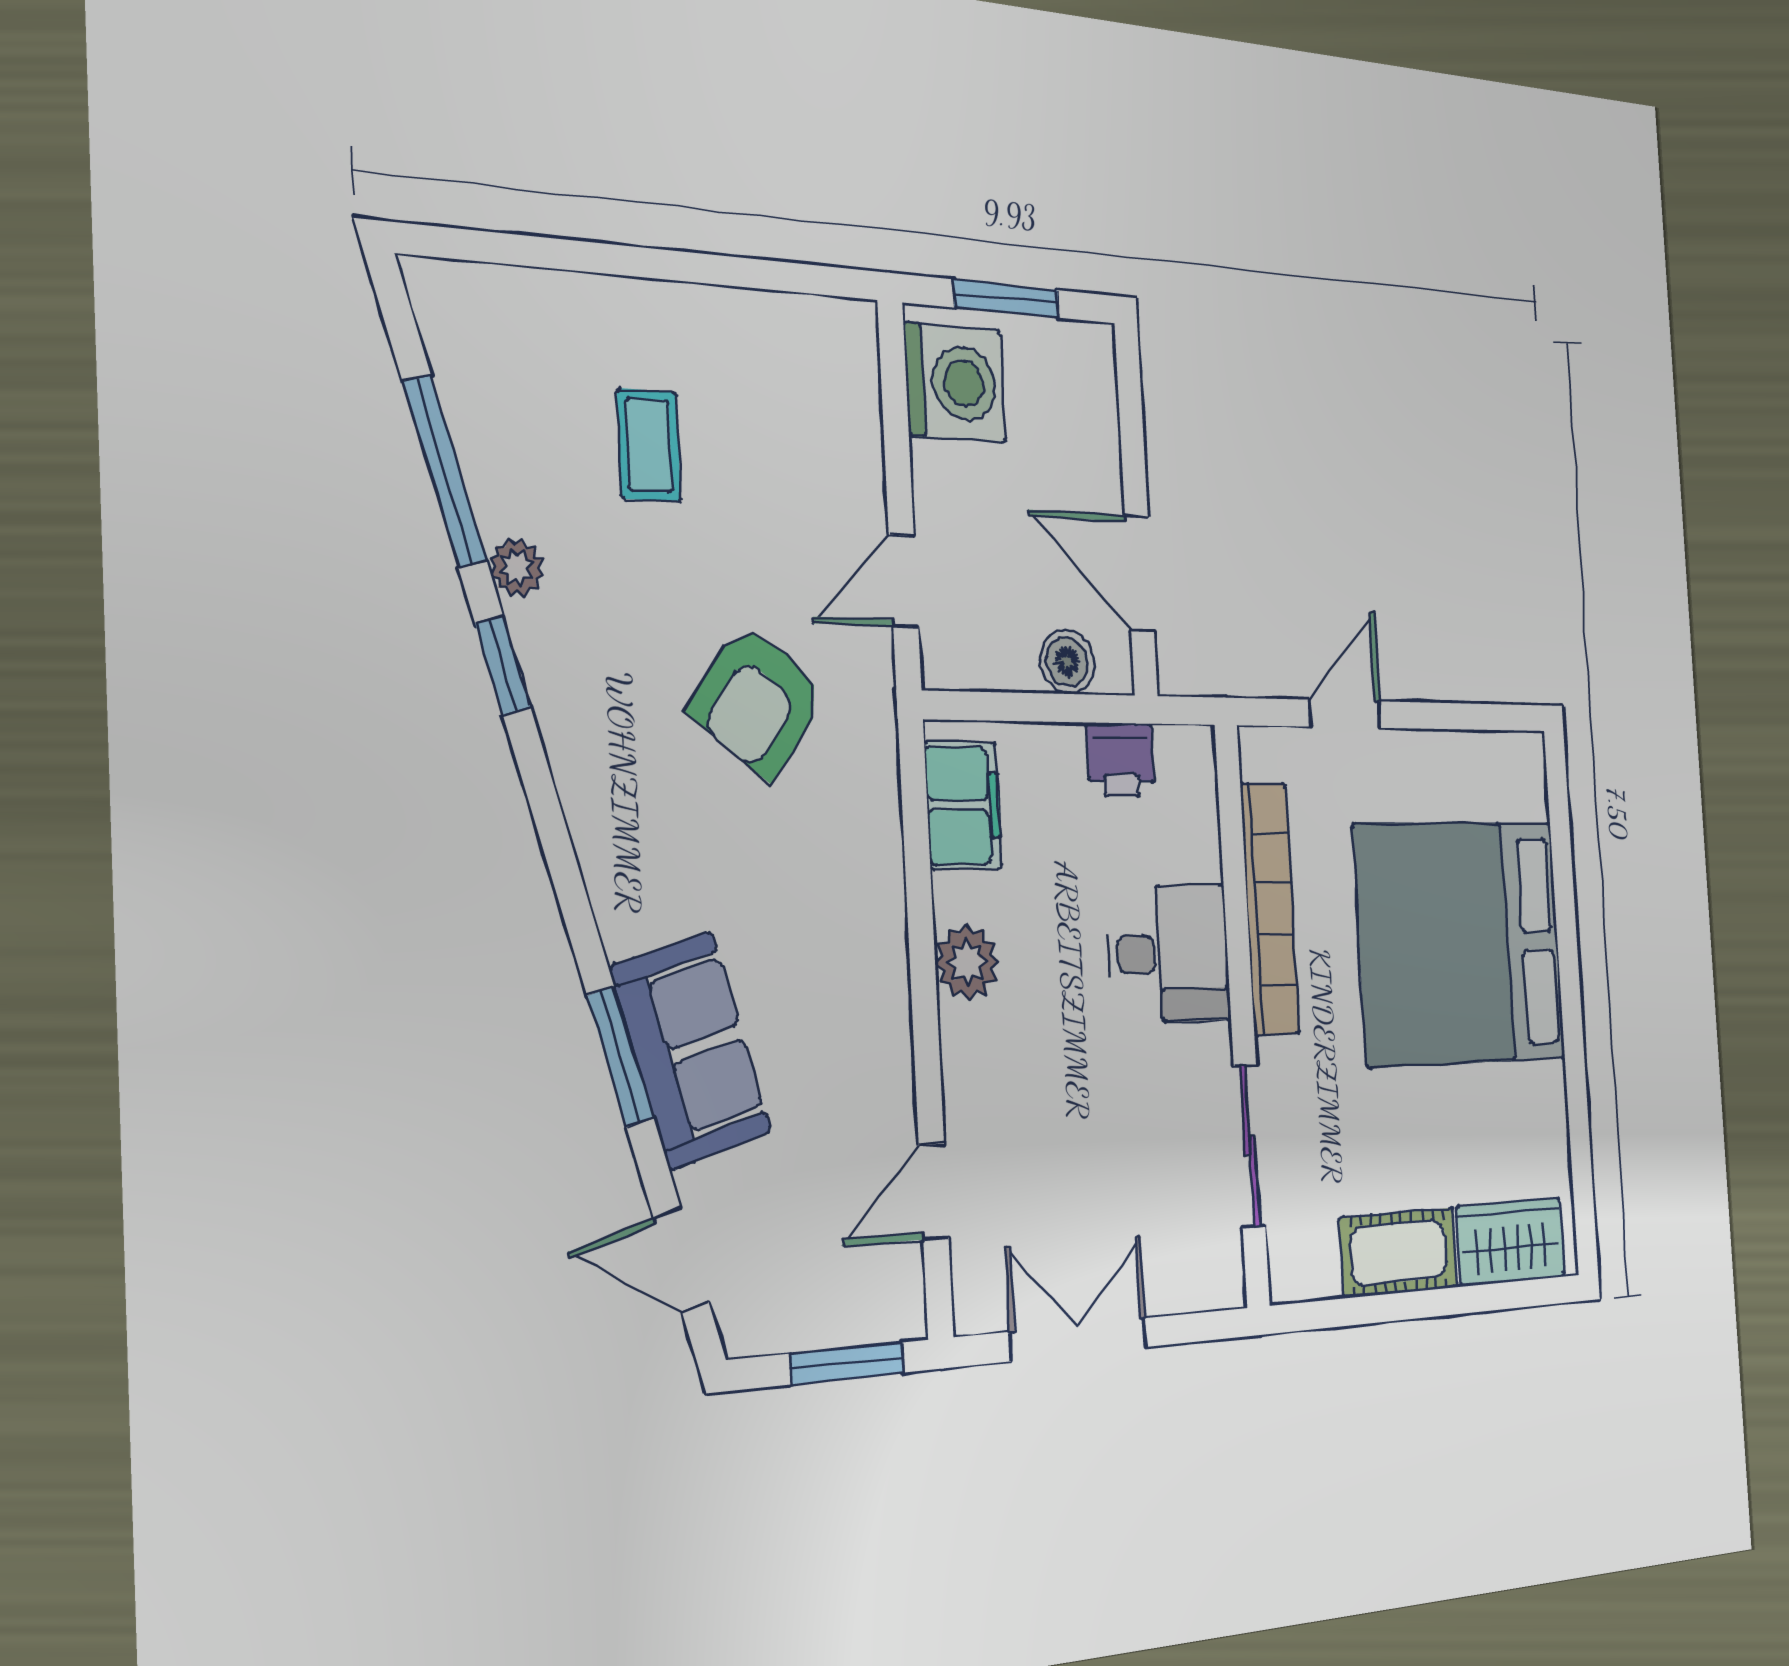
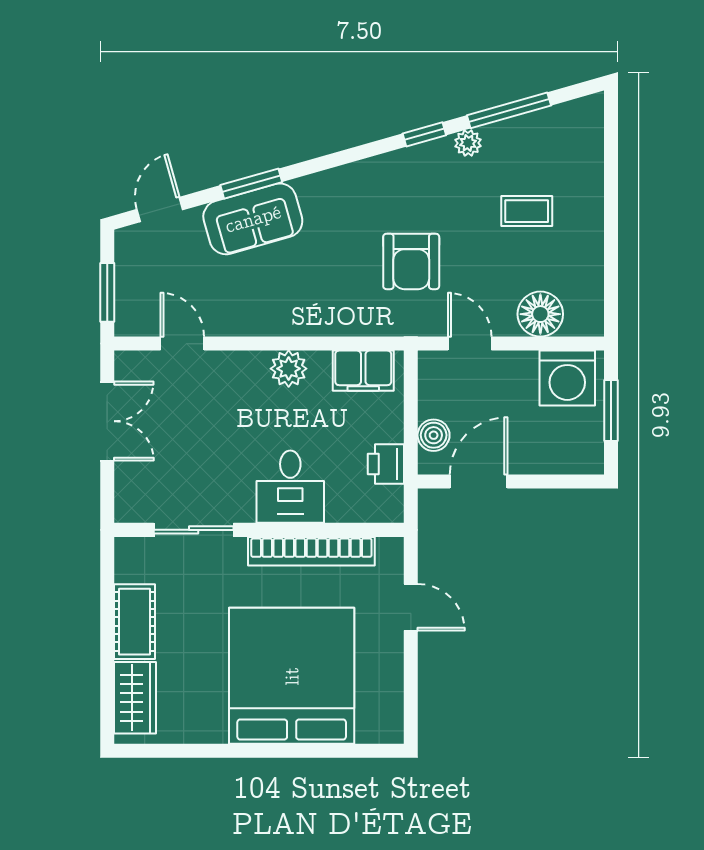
floor lamp: (843, 430) -> (540, 314), added
armchair: (758, 701) -> (411, 261), turned -127

